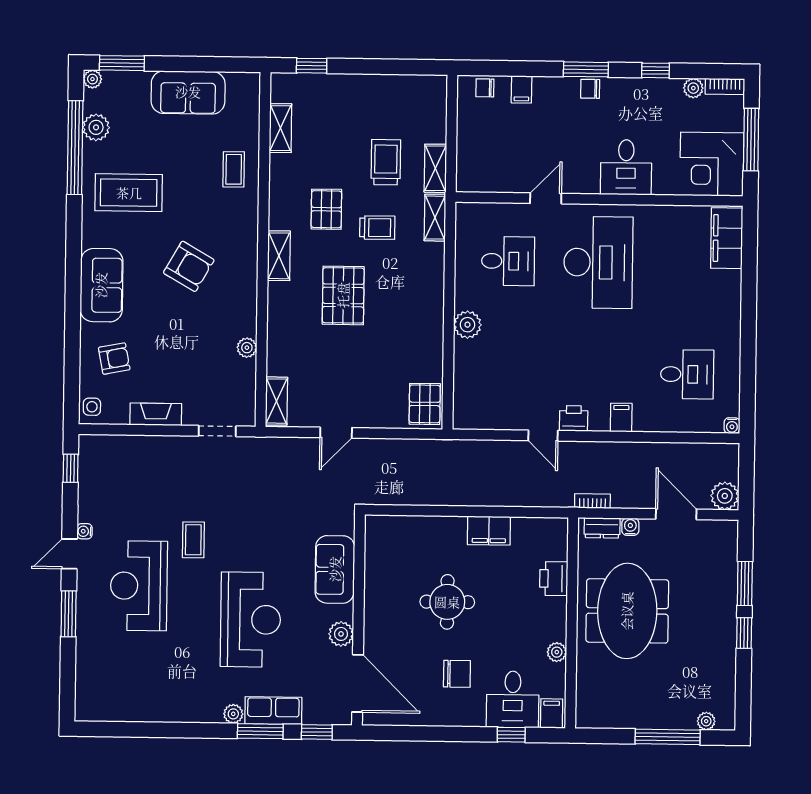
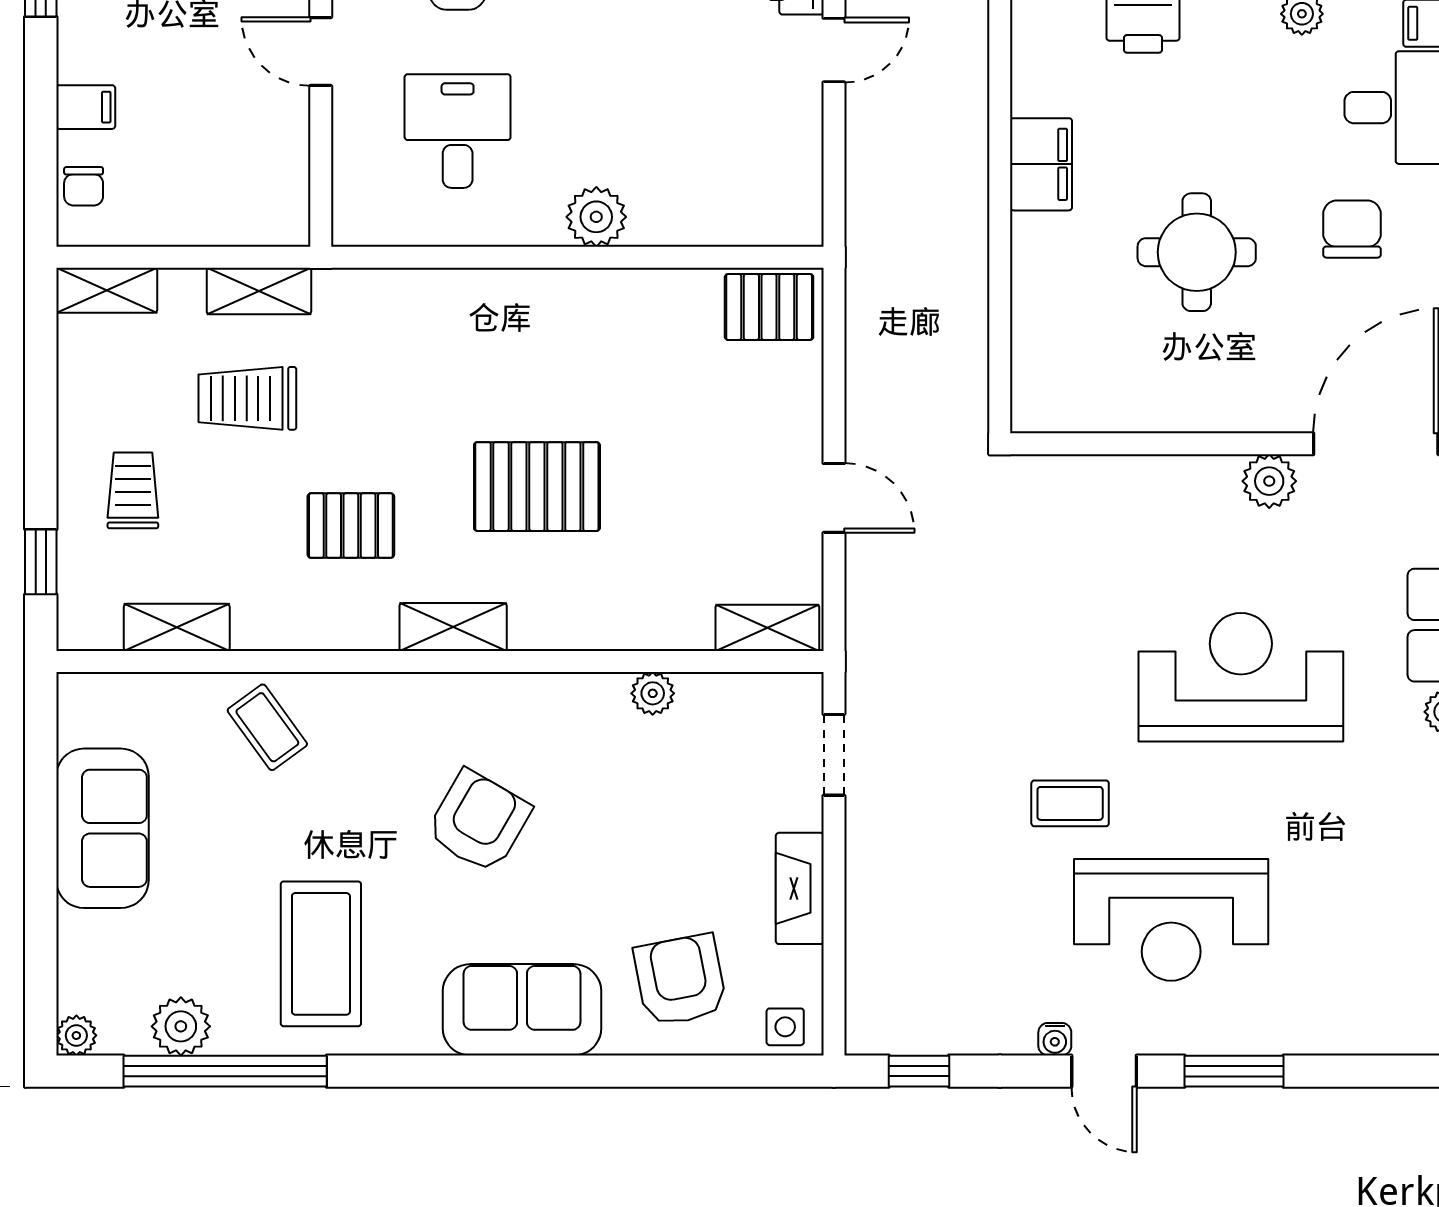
window: (122, 63) -> (41, 972), removed
coffee table: (234, 169) -> (267, 727), turned 54
shelving: (435, 218) -> (107, 290), moved
trolley: (377, 228) -> (133, 490), moved
armchair: (114, 359) -> (680, 980), width x1.38, depth x1.38
sofa: (335, 569) -> (1130, 496), removed

